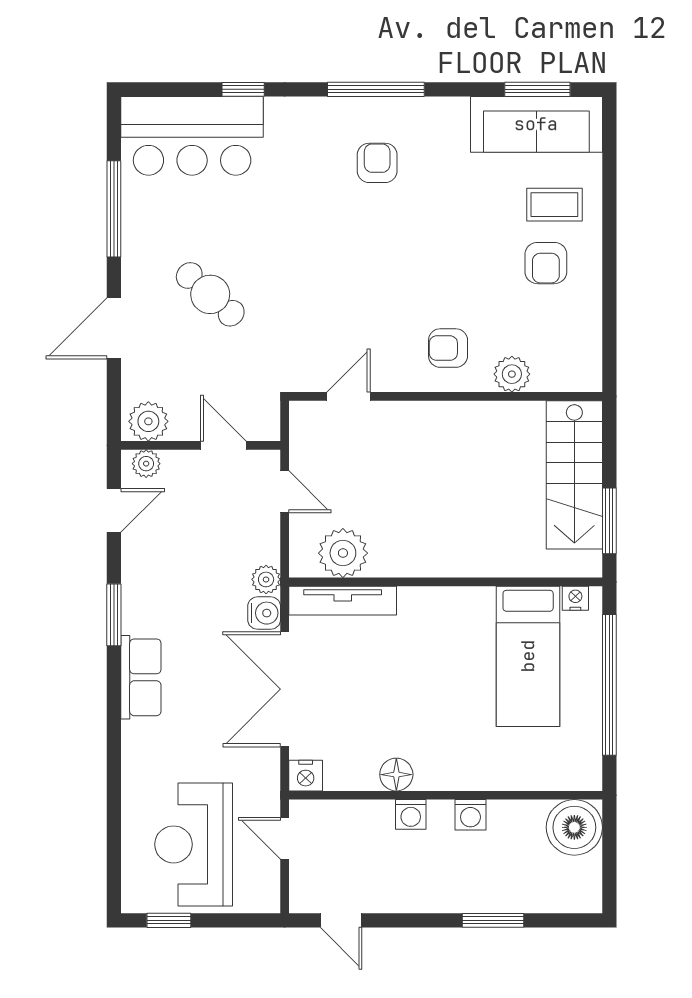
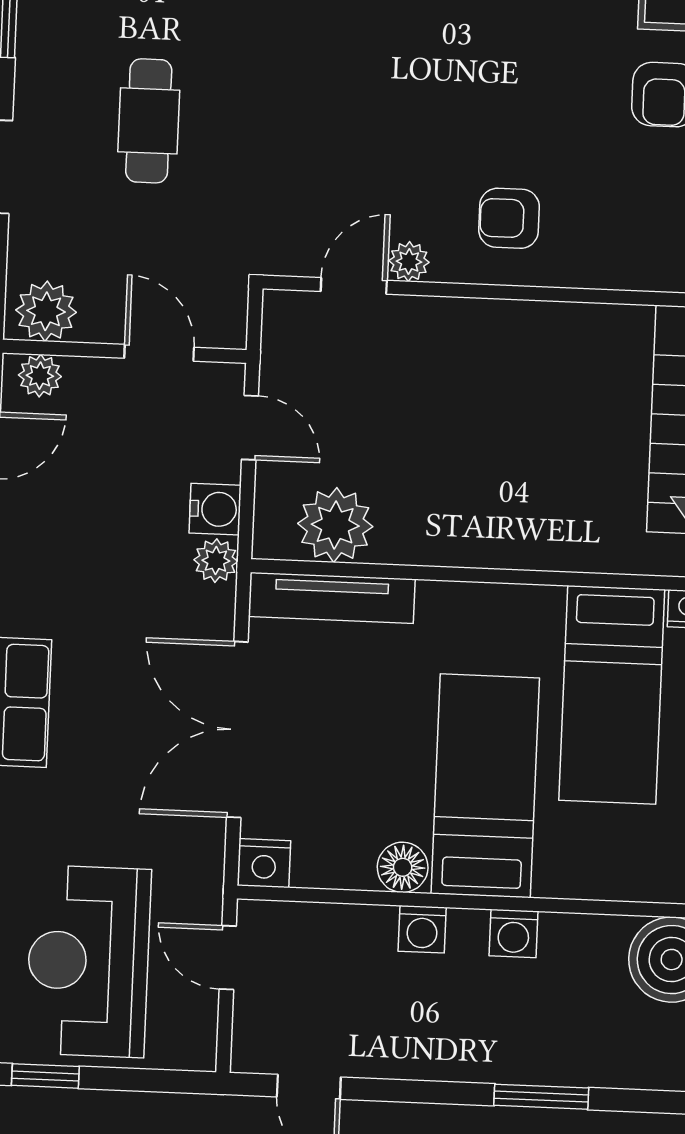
cafe table: (210, 294) -> (149, 121), turned 48
plant: (512, 374) -> (409, 262), moved, width x0.73, depth x0.73
water cooler: (264, 613) -> (215, 509), moved
bed: (448, 719) -> (485, 786), added

